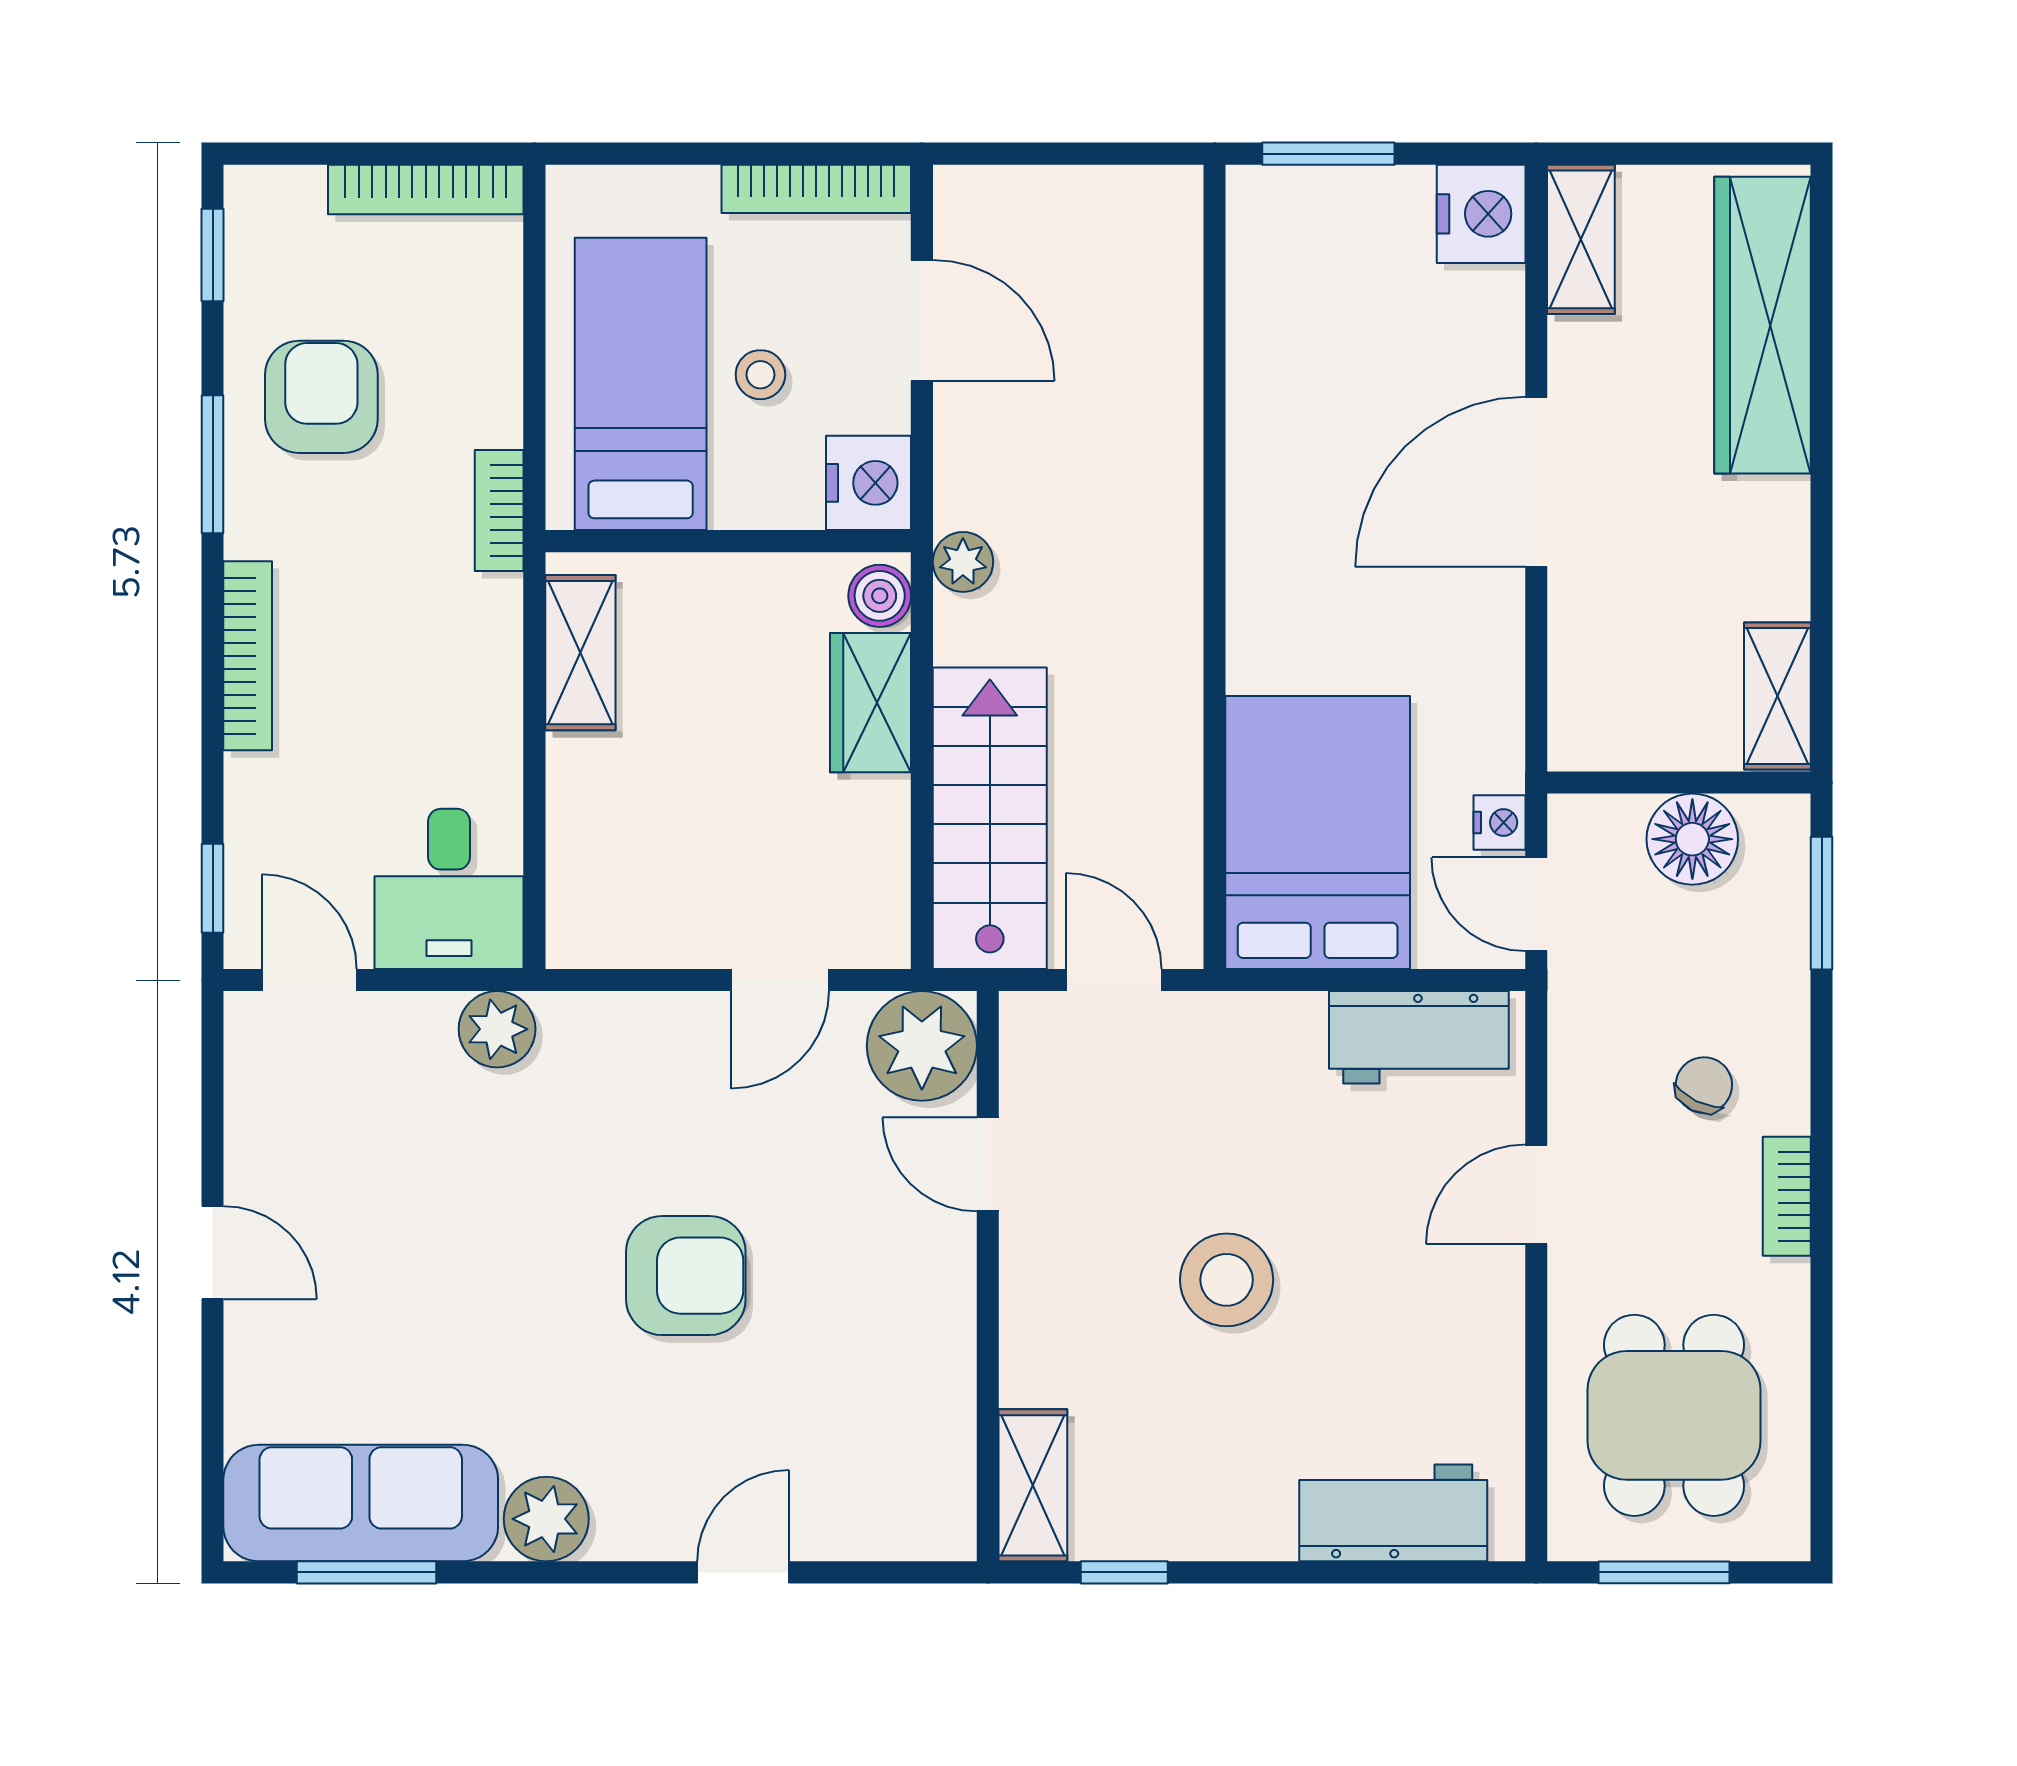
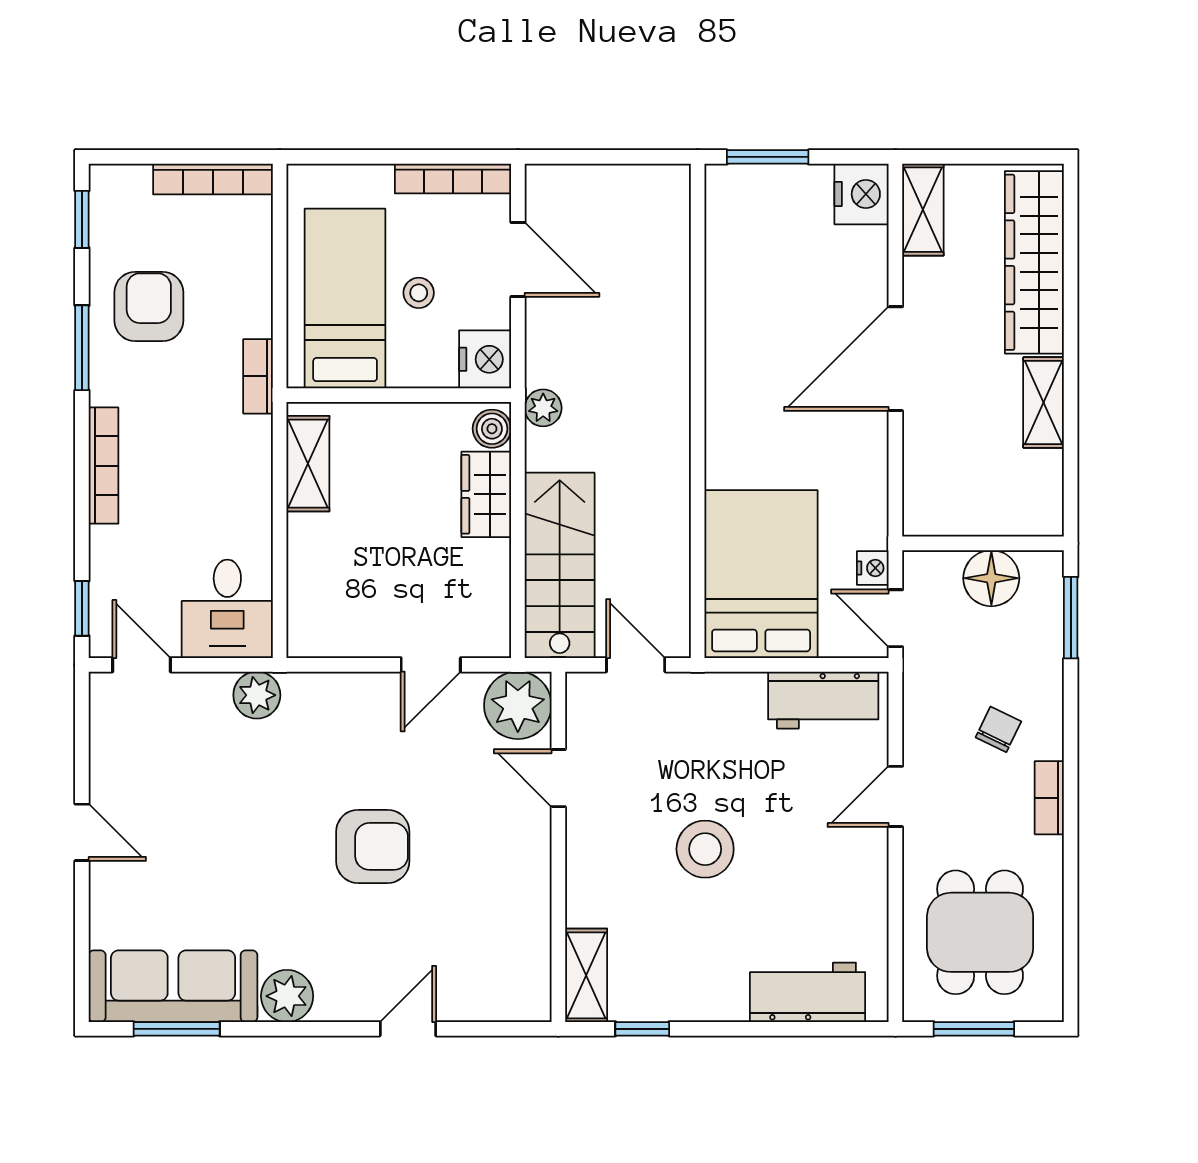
shelving: (1777, 696) -> (1044, 402), moved

